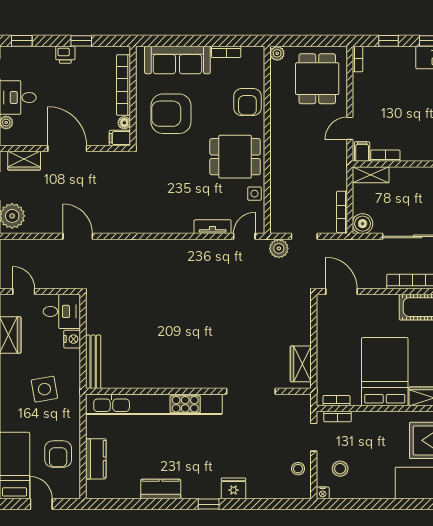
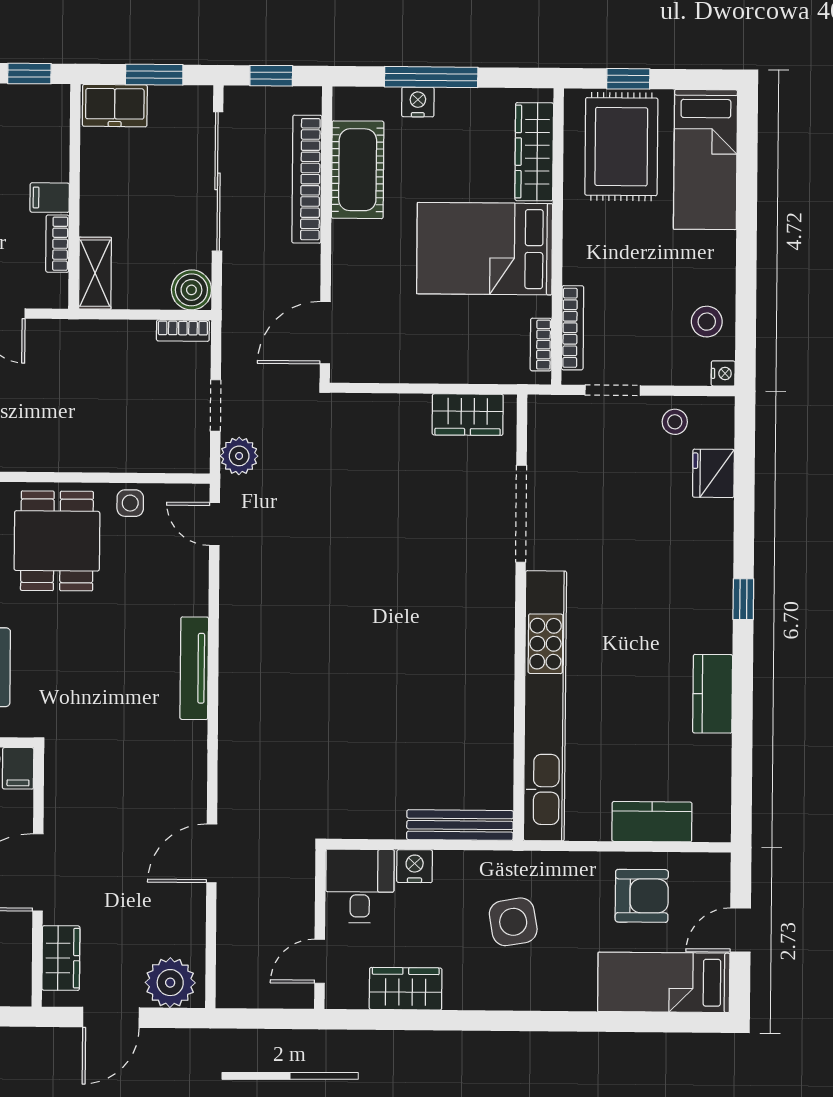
filing cabinet: (362, 152) -> (50, 198), moved
bookcase: (342, 212) -> (183, 331), width x0.64
tv unit: (213, 227) -> (194, 668), moved, width x1.41
bookcase: (337, 417) -> (573, 328), width x1.56
stool: (340, 469) -> (707, 322), moved
fridge: (233, 488) -> (713, 473), moved

